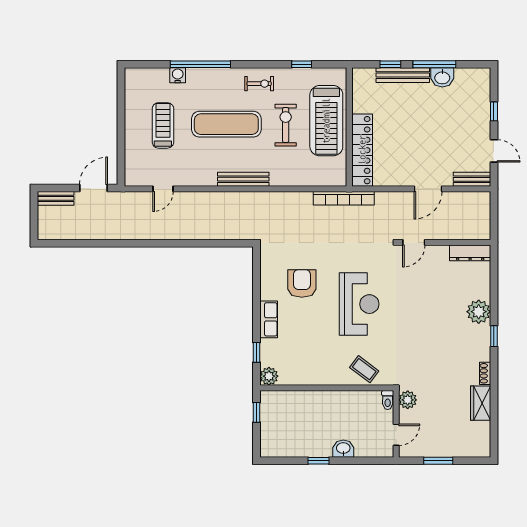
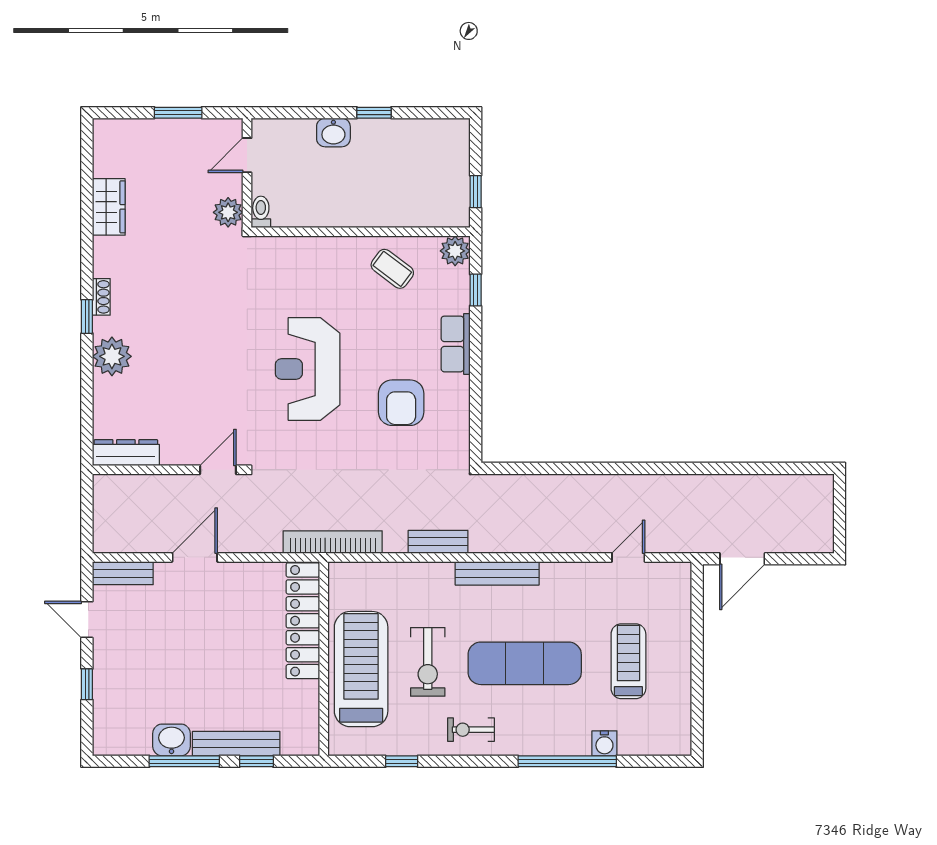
treadmill: (163, 125) -> (628, 661), turned 180
bench: (56, 198) -> (438, 542), moved
coffee table: (364, 369) -> (392, 269), moved
shoe rack: (485, 373) -> (101, 297), moved

